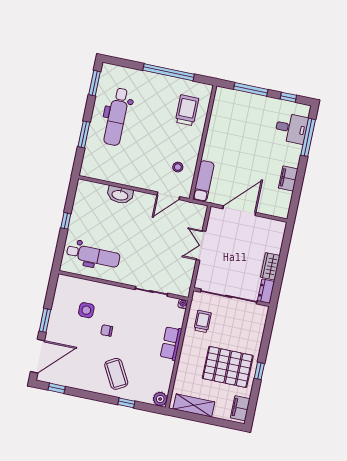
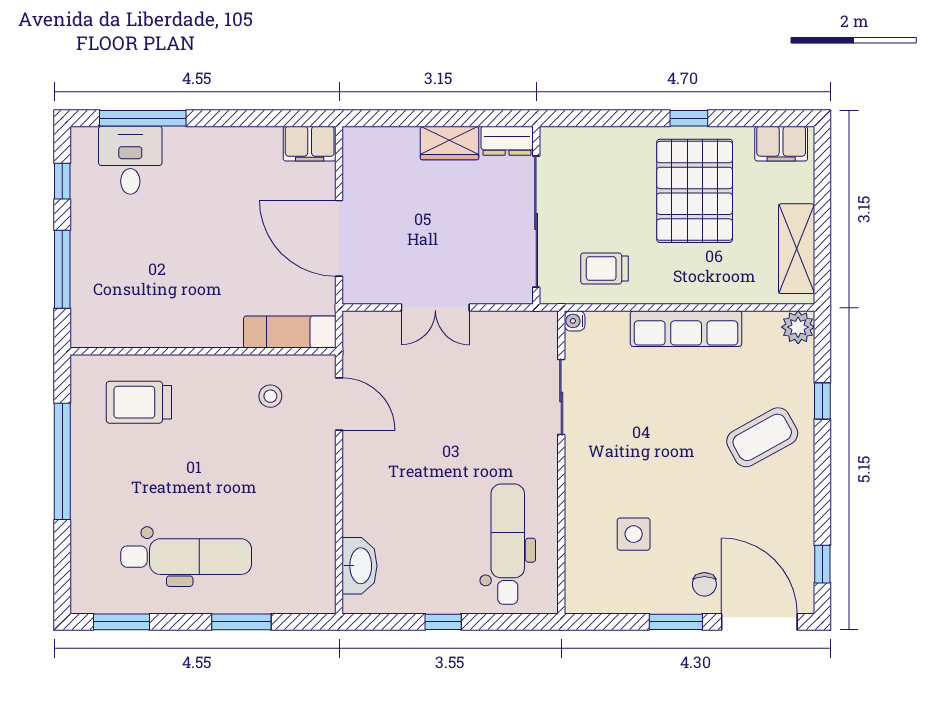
filing cabinet: (288, 178) -> (310, 144), moved
washbasin: (120, 195) -> (360, 566), moved
chair: (107, 330) -> (704, 584), moved
row of seats: (171, 343) -> (686, 329), width x1.48

